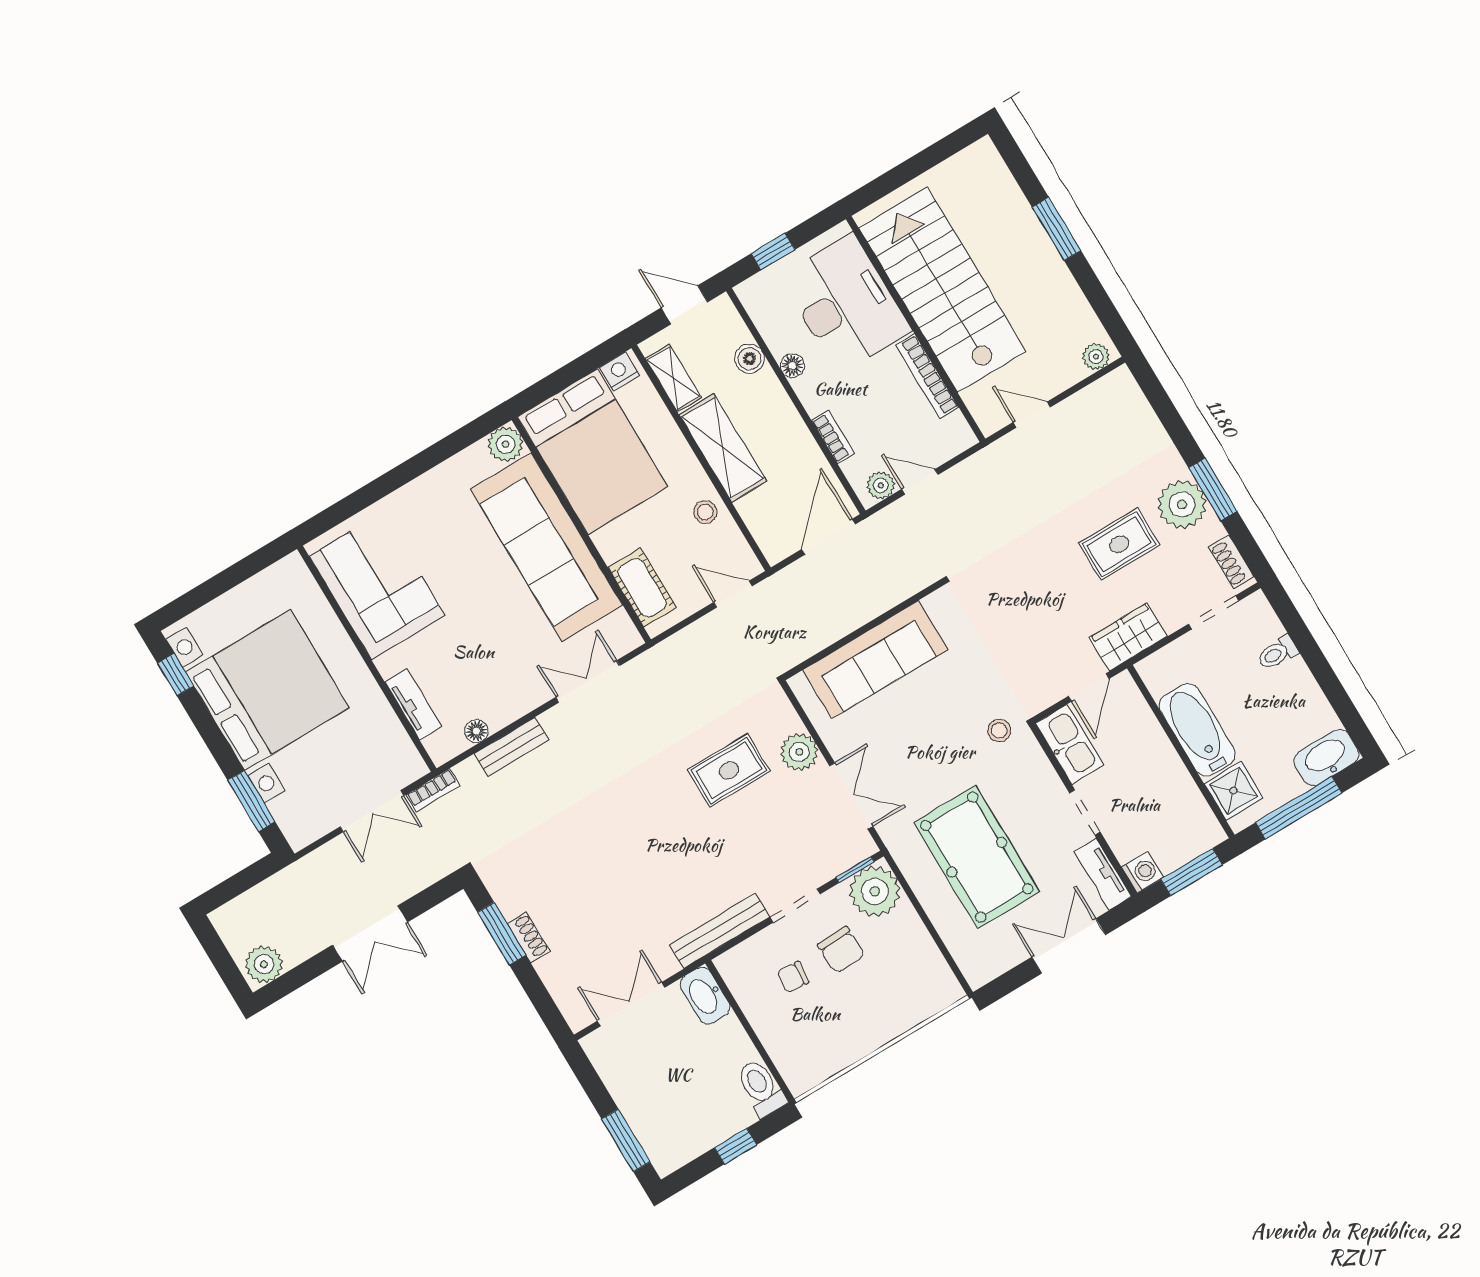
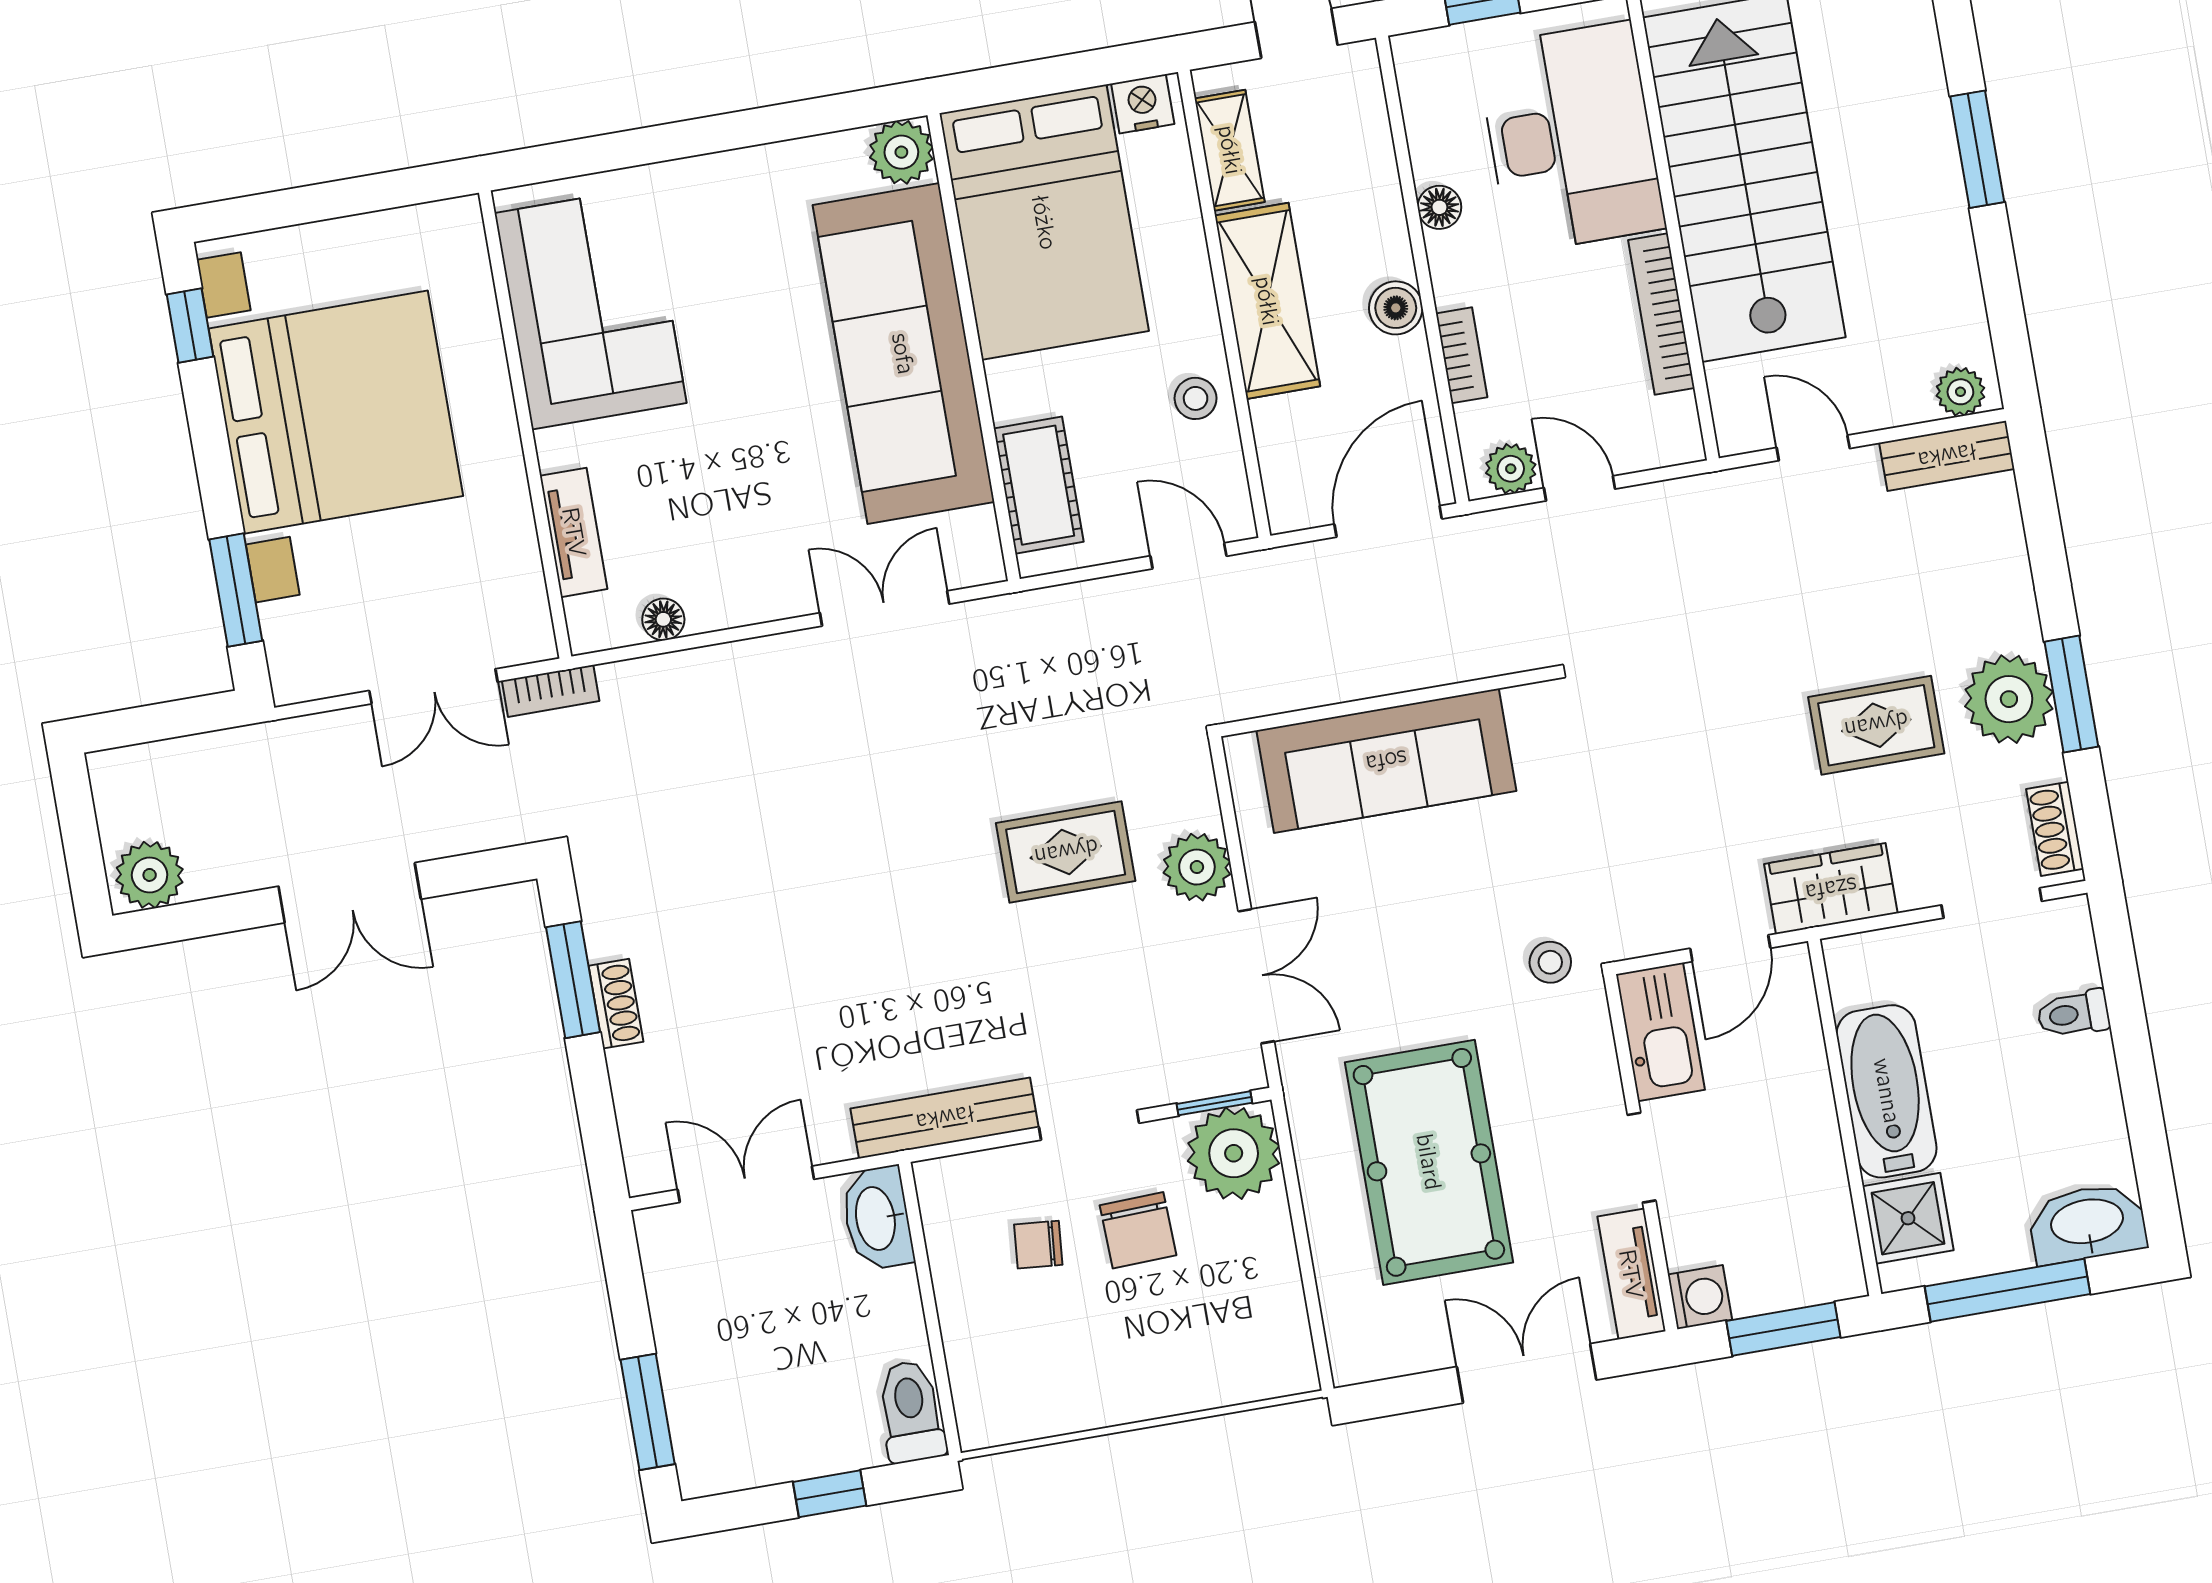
boiler: (750, 359) -> (1396, 308), moved
bench: (512, 747) -> (1947, 456), moved

